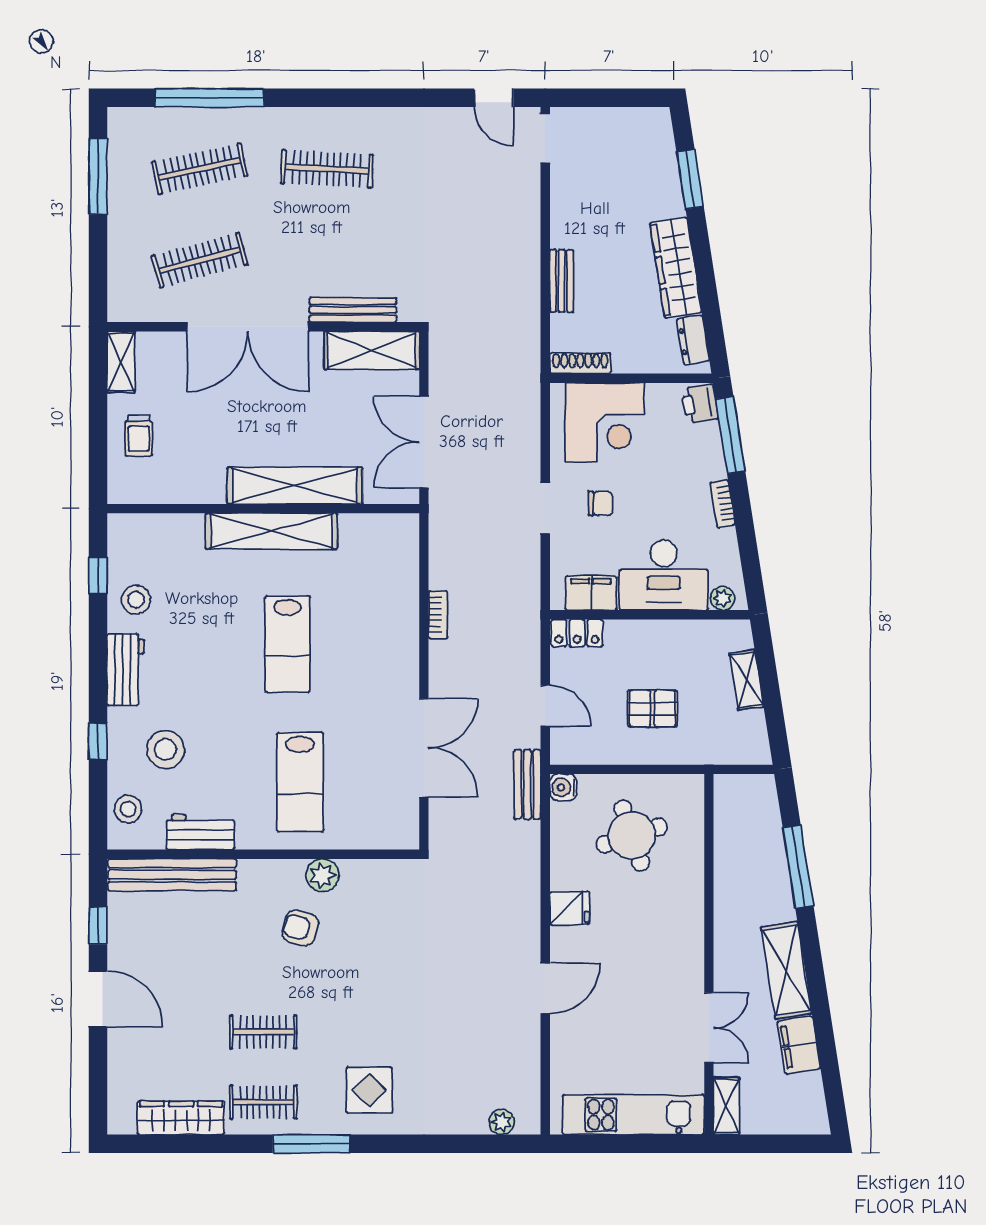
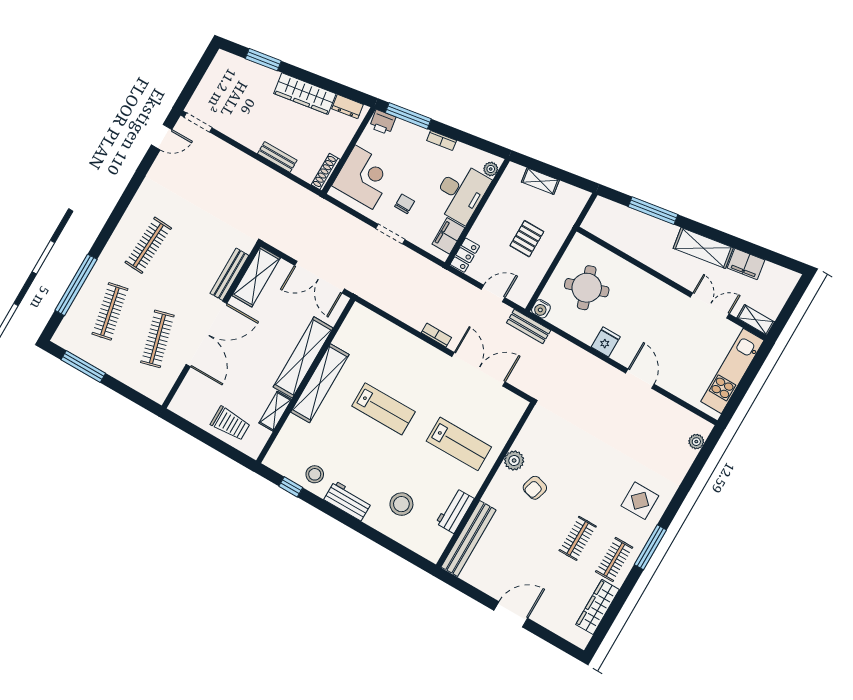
shelving: (121, 362) -> (275, 411), moved, turned 90
trolley: (139, 436) -> (230, 424), width x1.36, depth x1.39
bookcase: (438, 615) -> (436, 335), moved
window: (98, 741) -> (377, 537), removed
stool: (128, 809) -> (421, 542), removed
window: (98, 926) -> (473, 592), removed

